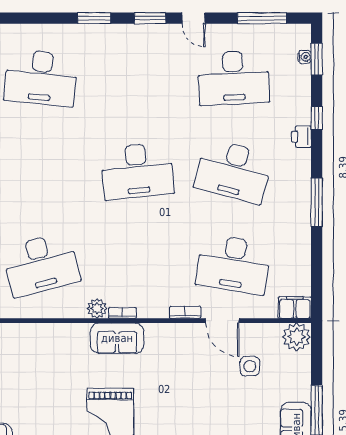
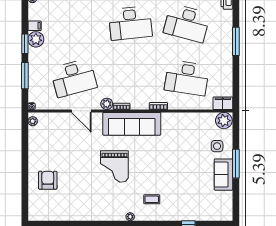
door: (222, 321) -> (81, 111), moved
sofa: (117, 338) -> (132, 124), width x1.85, depth x1.27
side table: (250, 366) -> (217, 146), moved

